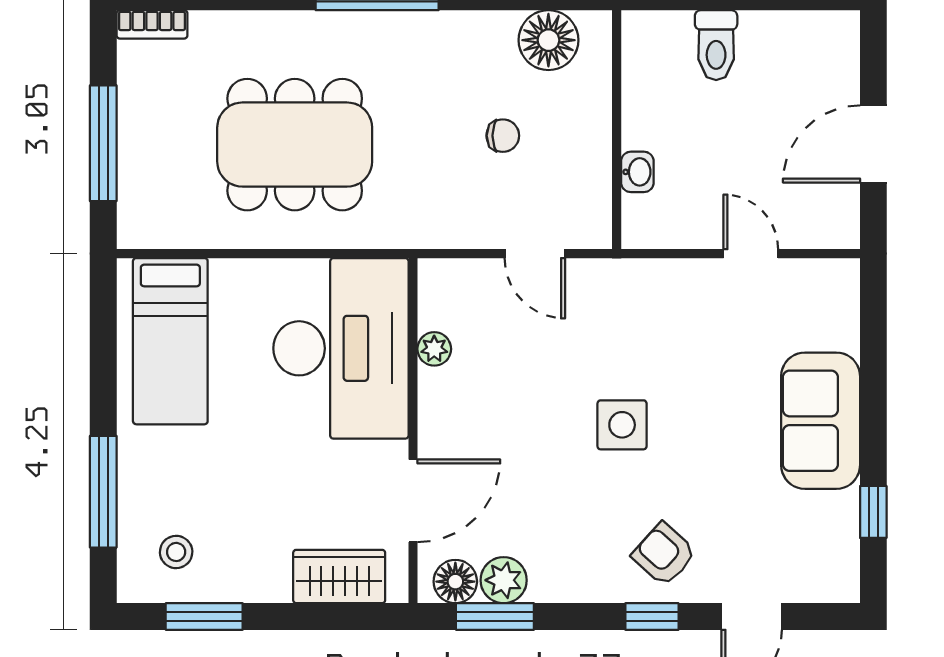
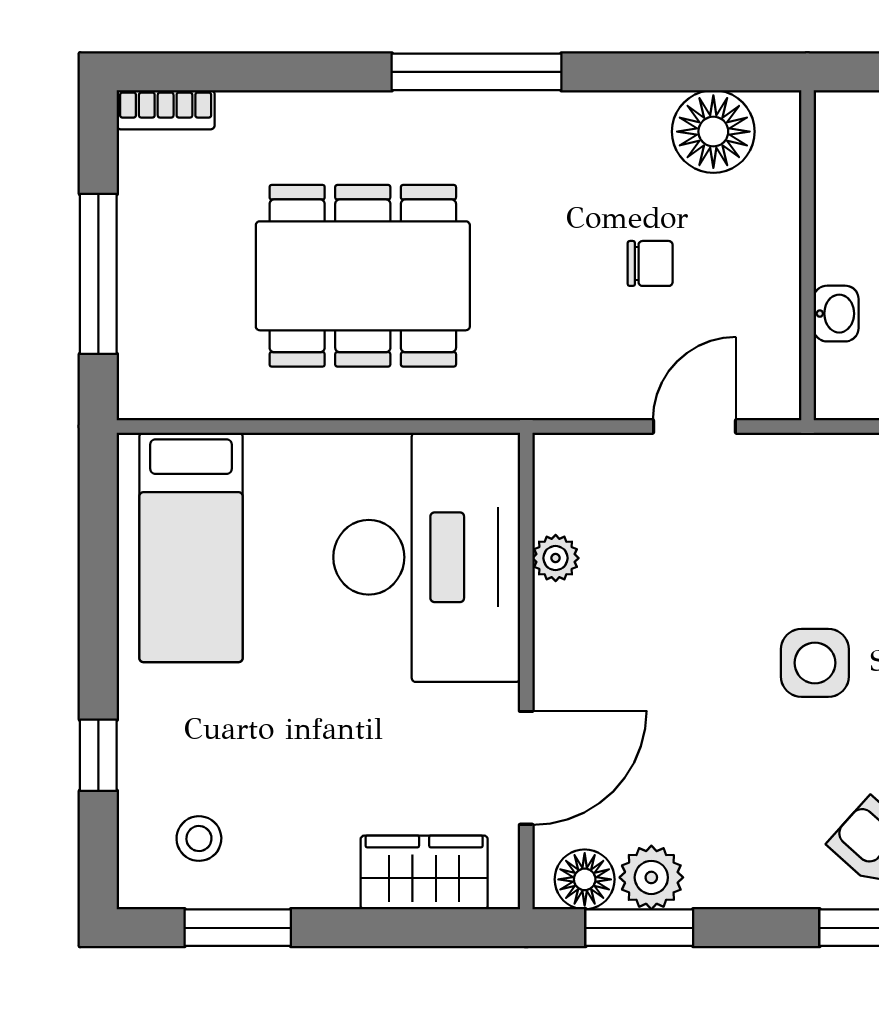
door: (535, 254) -> (694, 426), swing flipped
window: (103, 492) -> (98, 755), width x0.46

